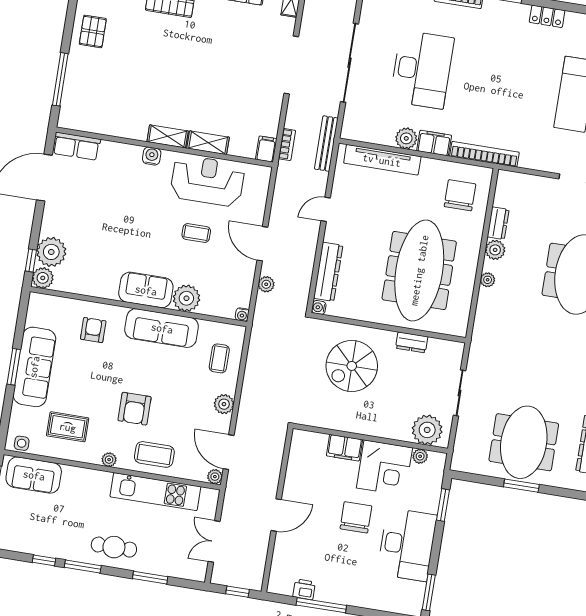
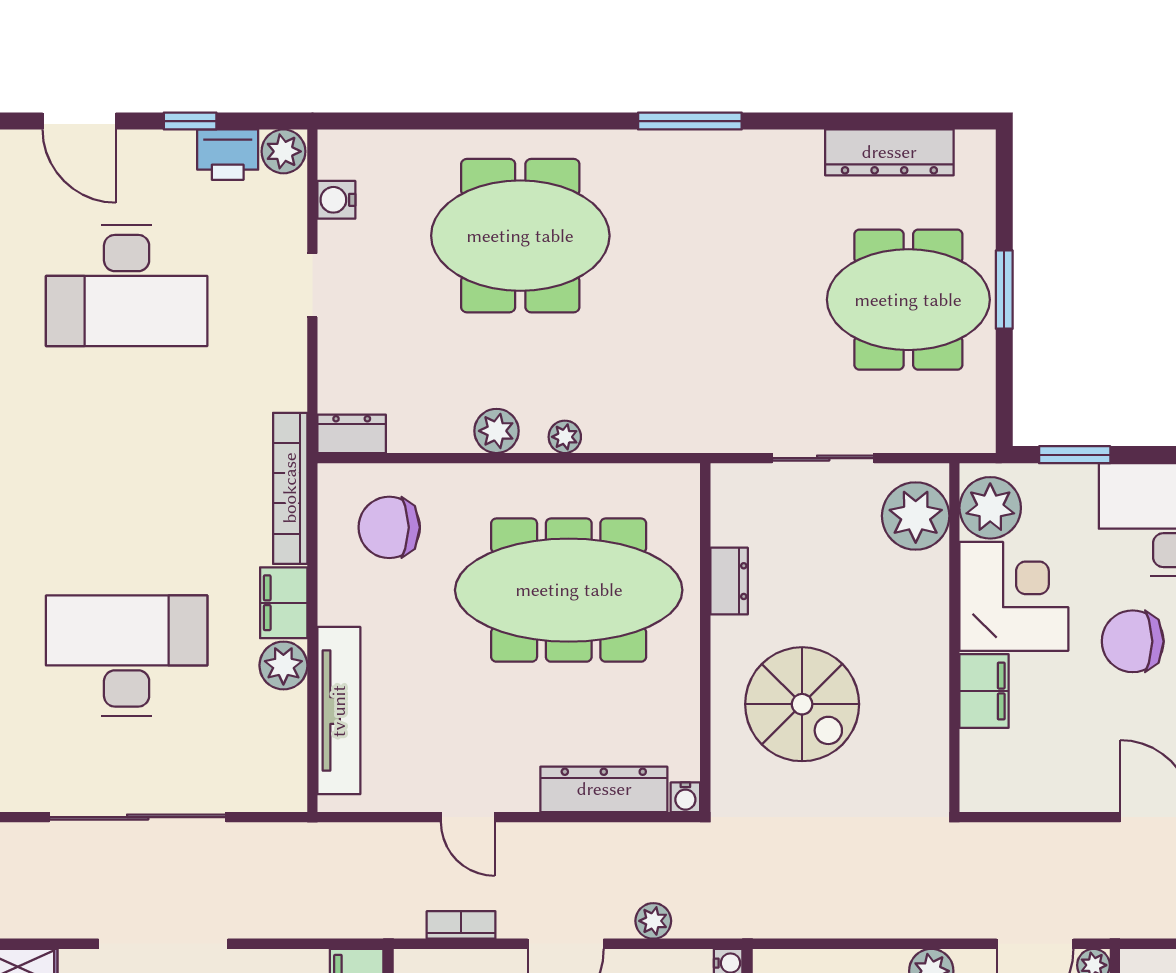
bench: (326, 144) -> (323, 839), removed
bookcase: (287, 145) -> (461, 925), moved
dresser: (498, 223) -> (352, 434), moved
plant: (420, 456) -> (990, 508), width x1.87, depth x1.87

